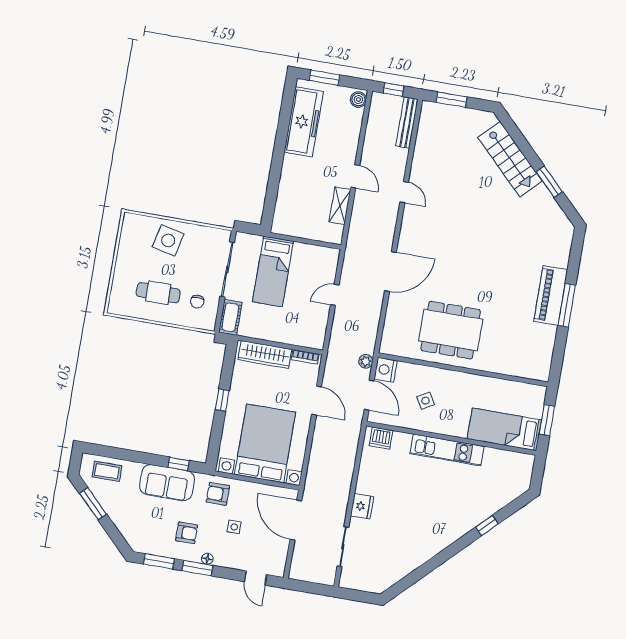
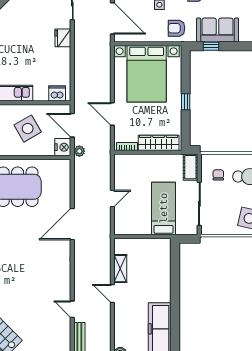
door: (404, 192) -> (72, 309), moved
side table: (426, 401) -> (28, 129), width x1.87, depth x1.87
armchair: (218, 494) -> (176, 28), turned 180

